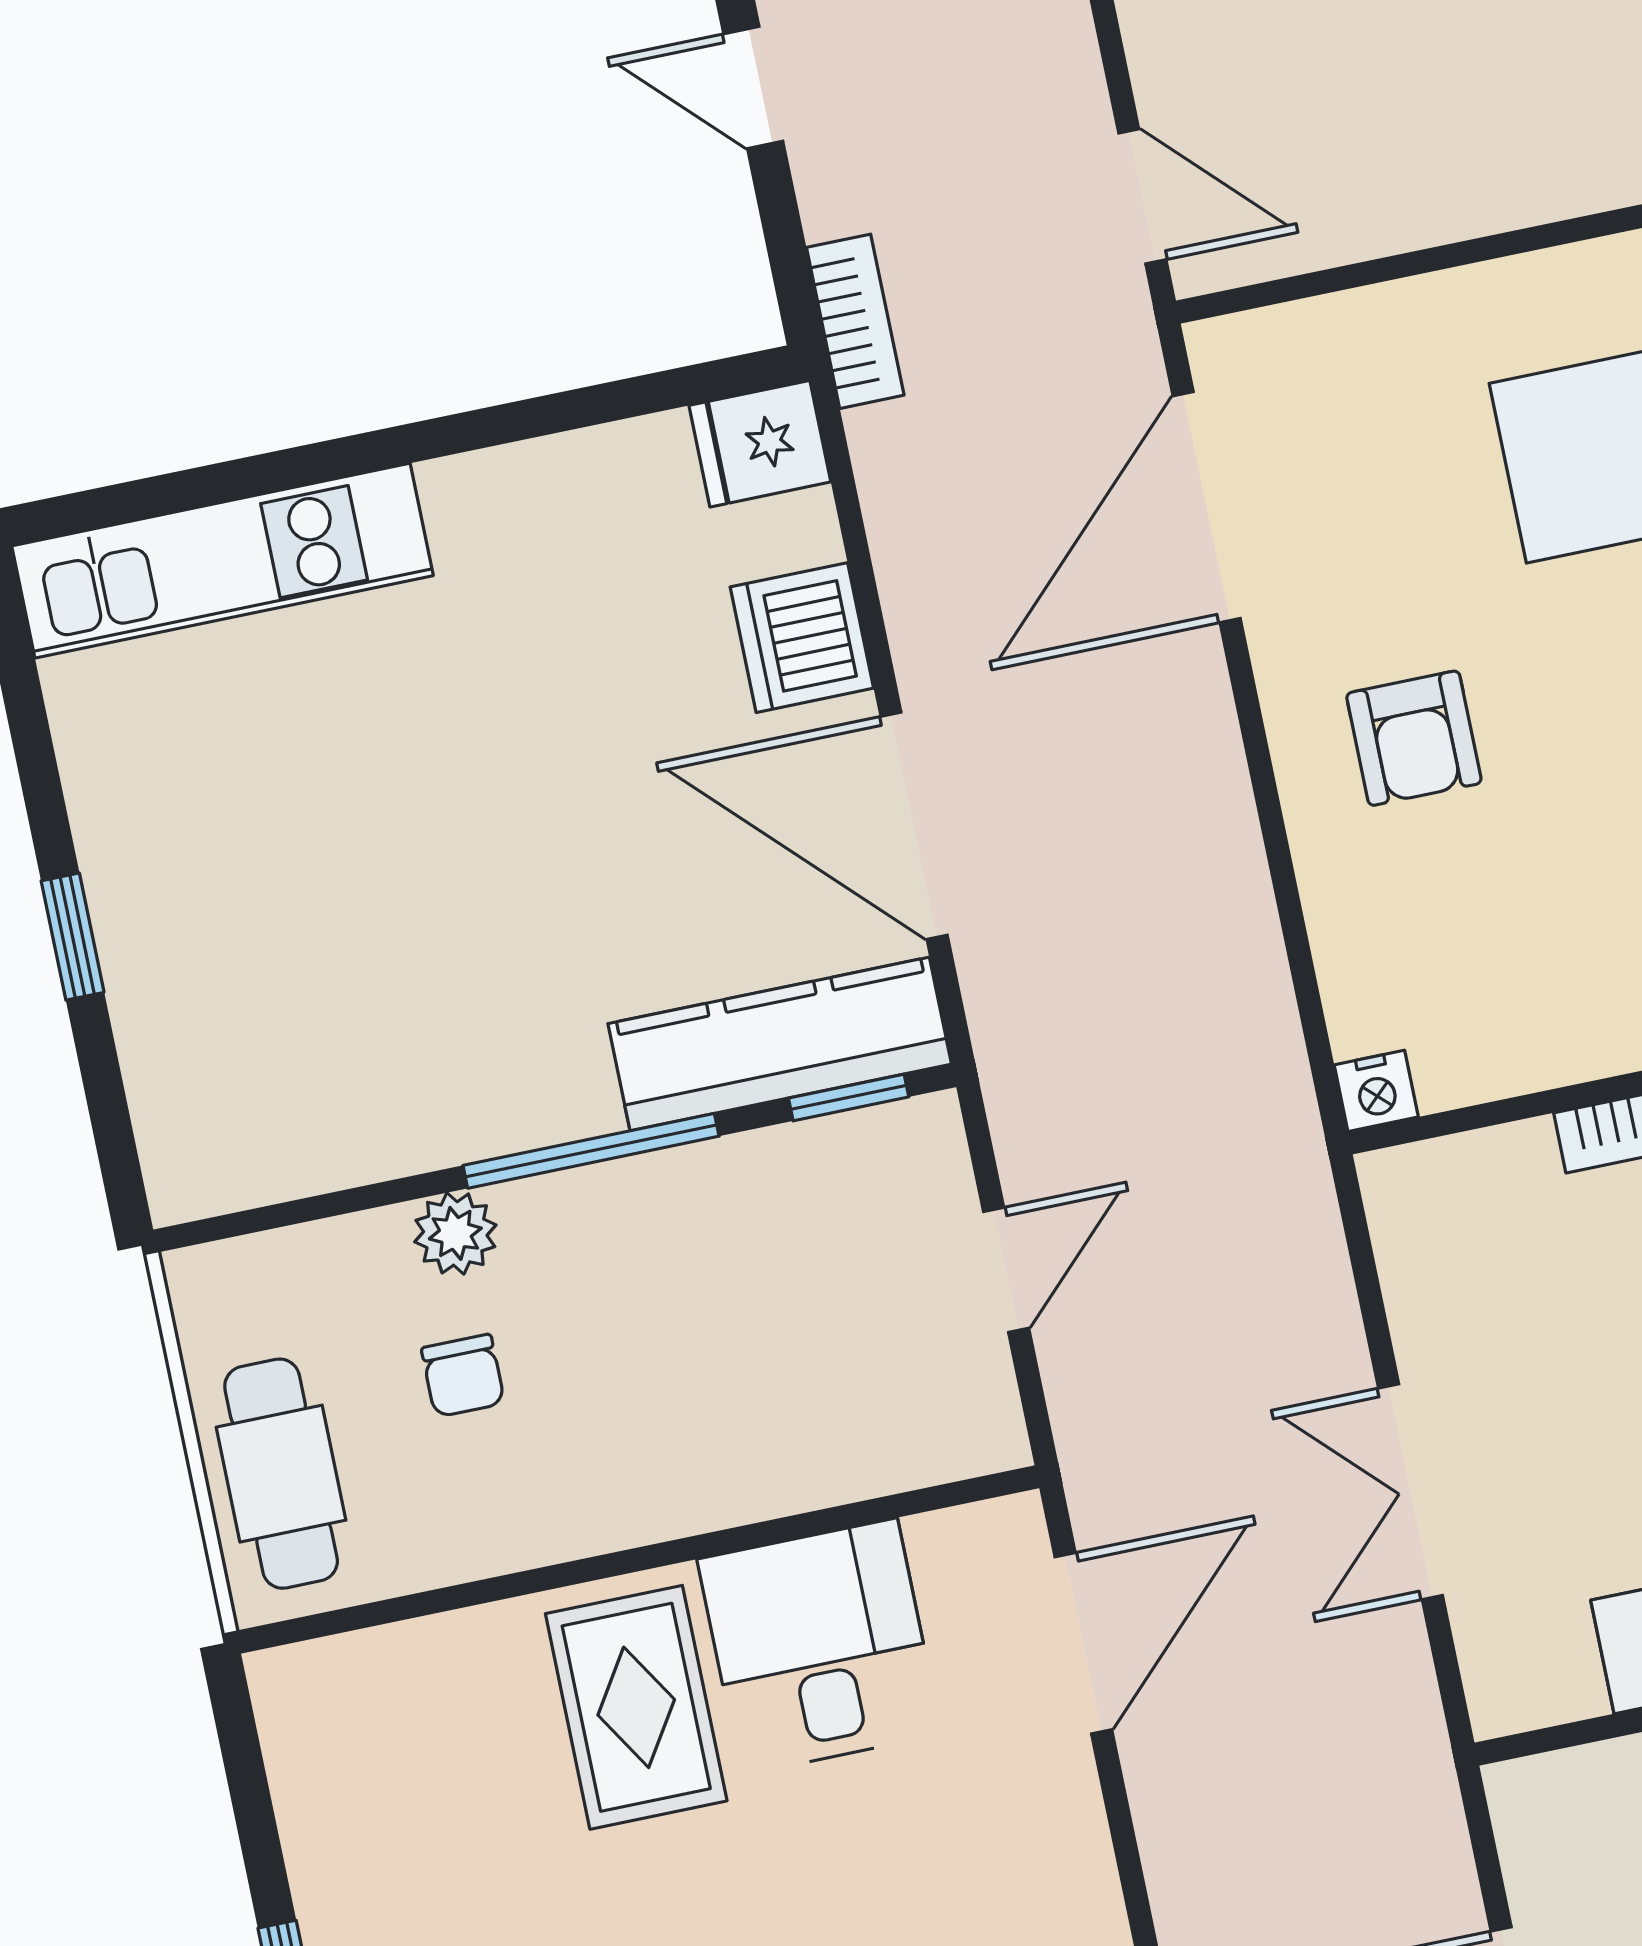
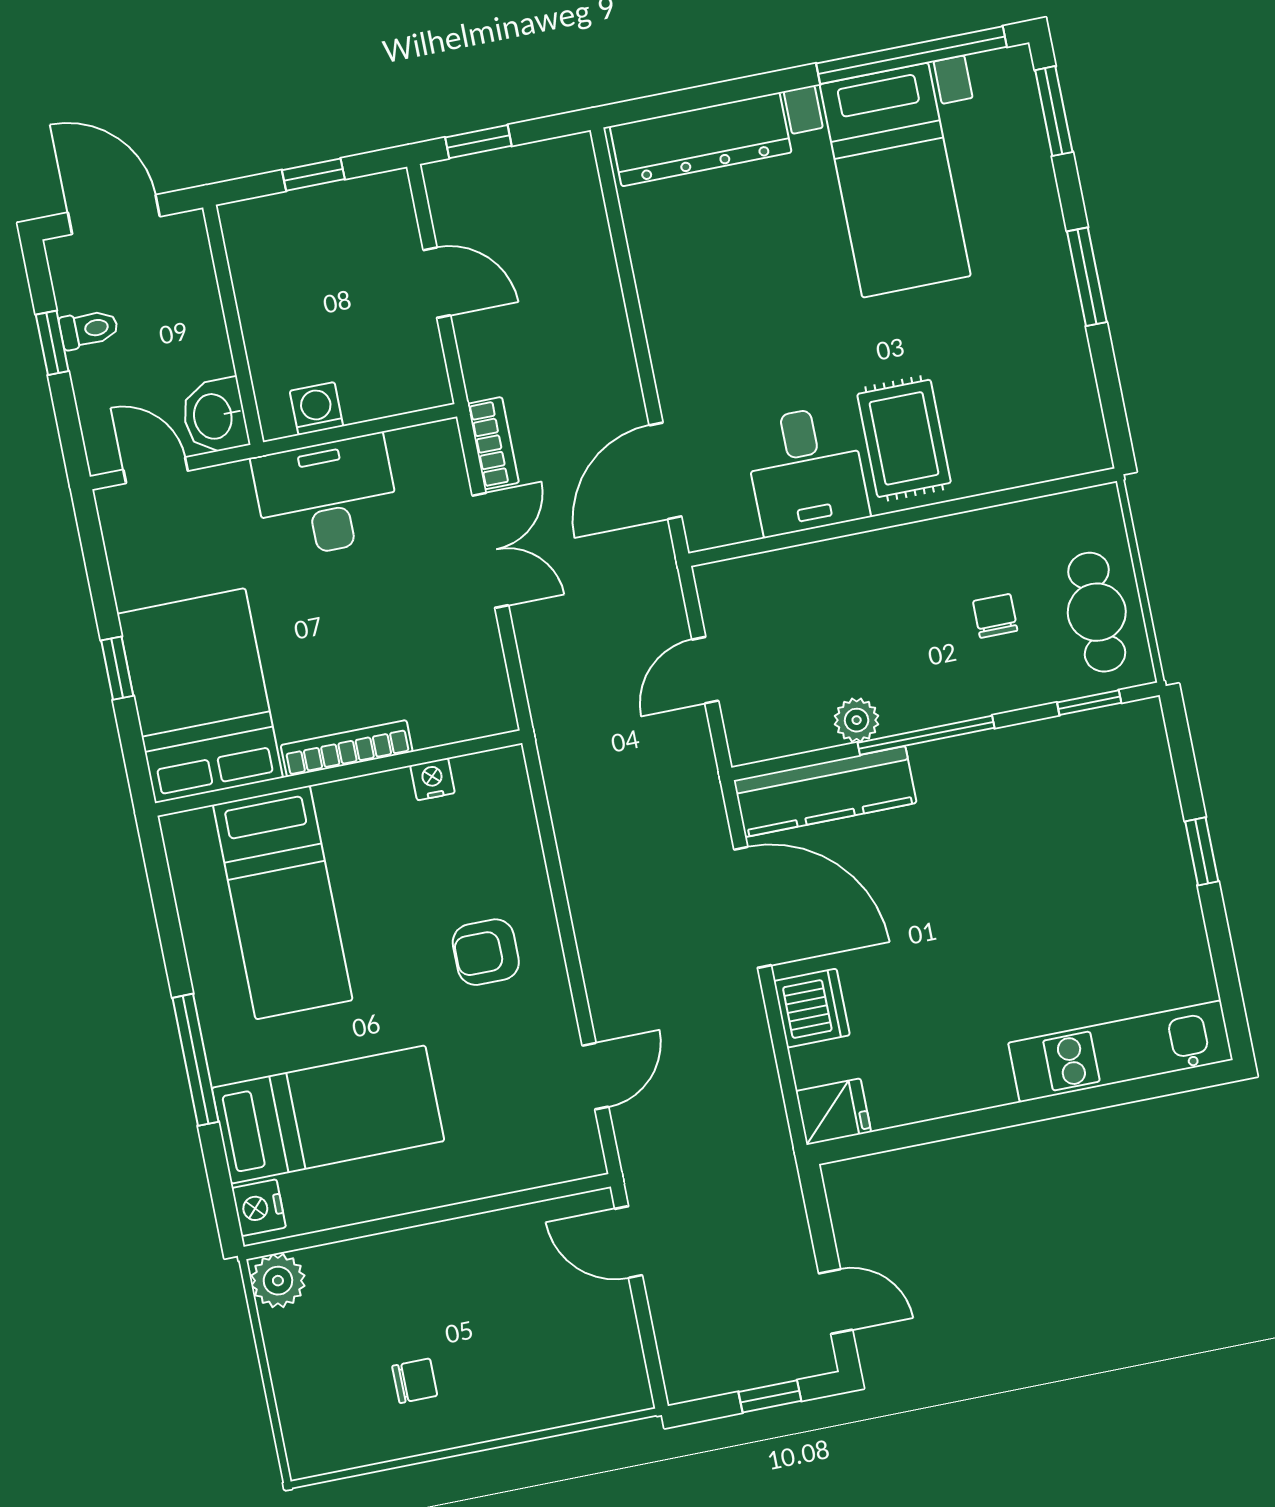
bookcase: (855, 321) -> (493, 443), moved, turned 180
door: (1207, 507) -> (595, 1076), width x0.53
armchair: (1414, 738) -> (486, 952), turned -90
nightstand: (1376, 1091) -> (433, 779), moved
window: (849, 1097) -> (1089, 703), moved
plant: (455, 1233) -> (857, 720), moved
cafe table: (281, 1474) -> (1097, 612), moved

